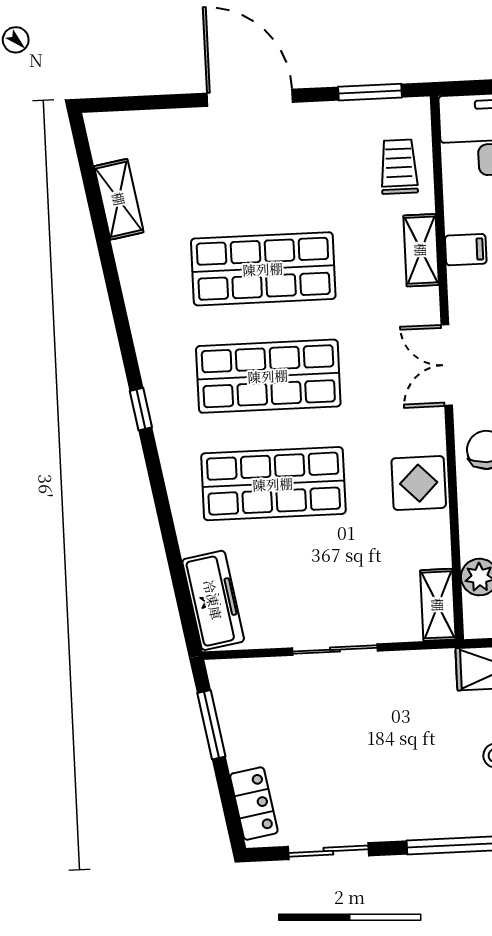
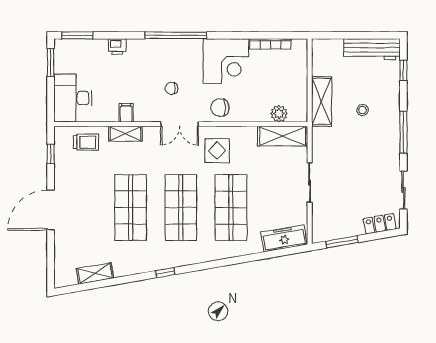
window: (370, 92) -> (51, 154), width x0.67
trolley: (399, 167) -> (86, 142), turned 180
window: (141, 409) -> (165, 273), moved
display table: (419, 483) -> (217, 151), moved
shelving: (438, 605) -> (283, 136), width x1.50, depth x1.33

